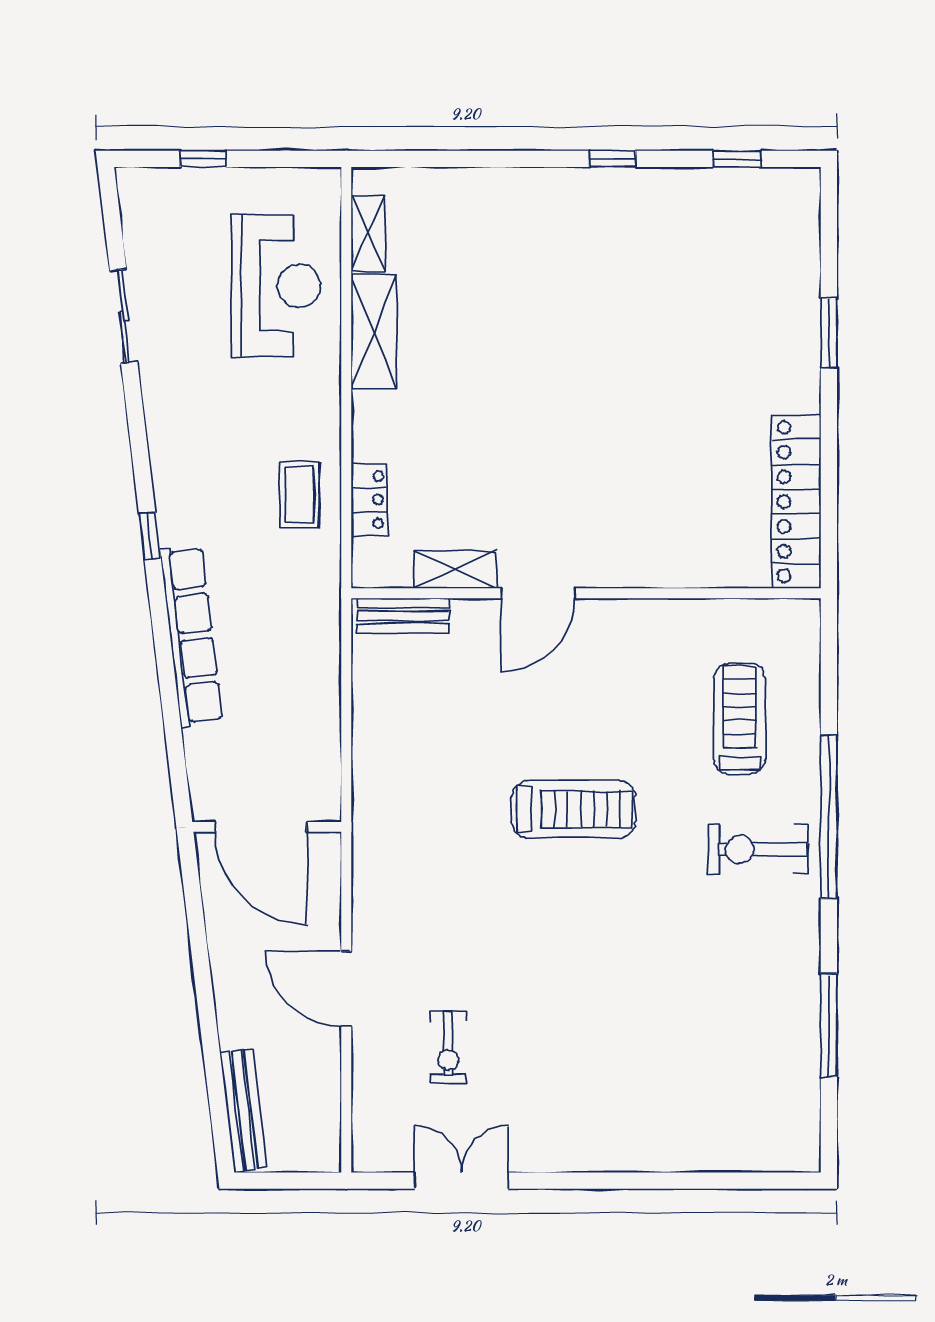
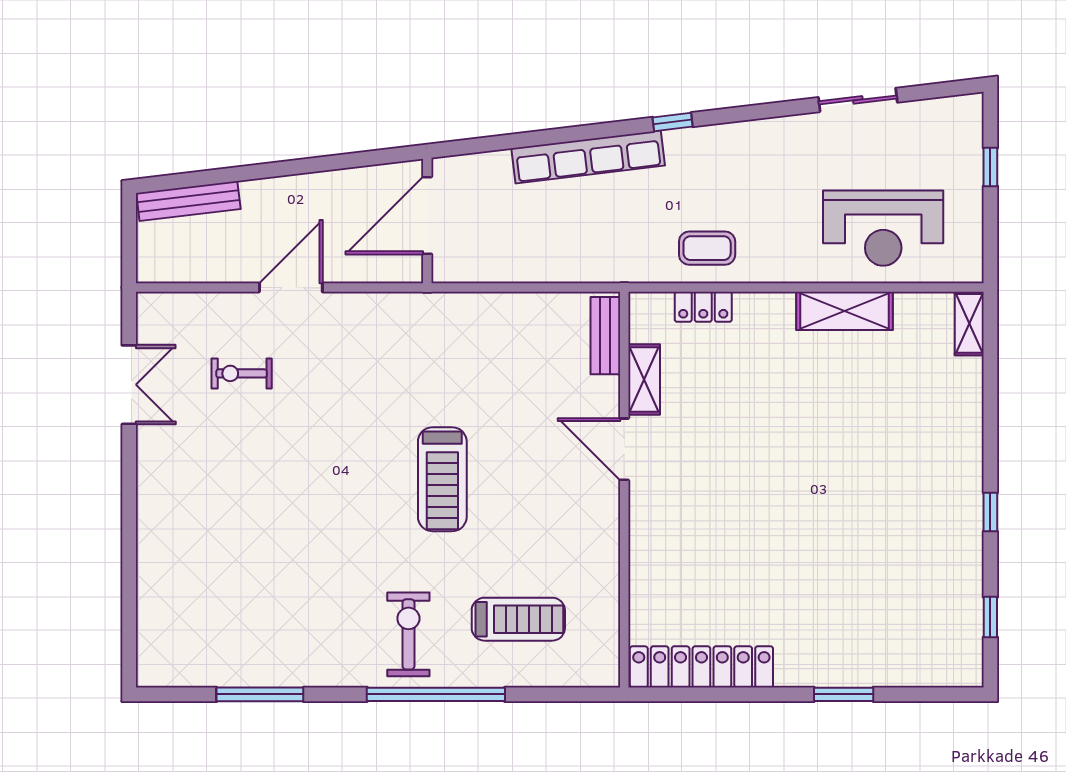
shelving: (368, 234) -> (969, 323), moved, turned 90

